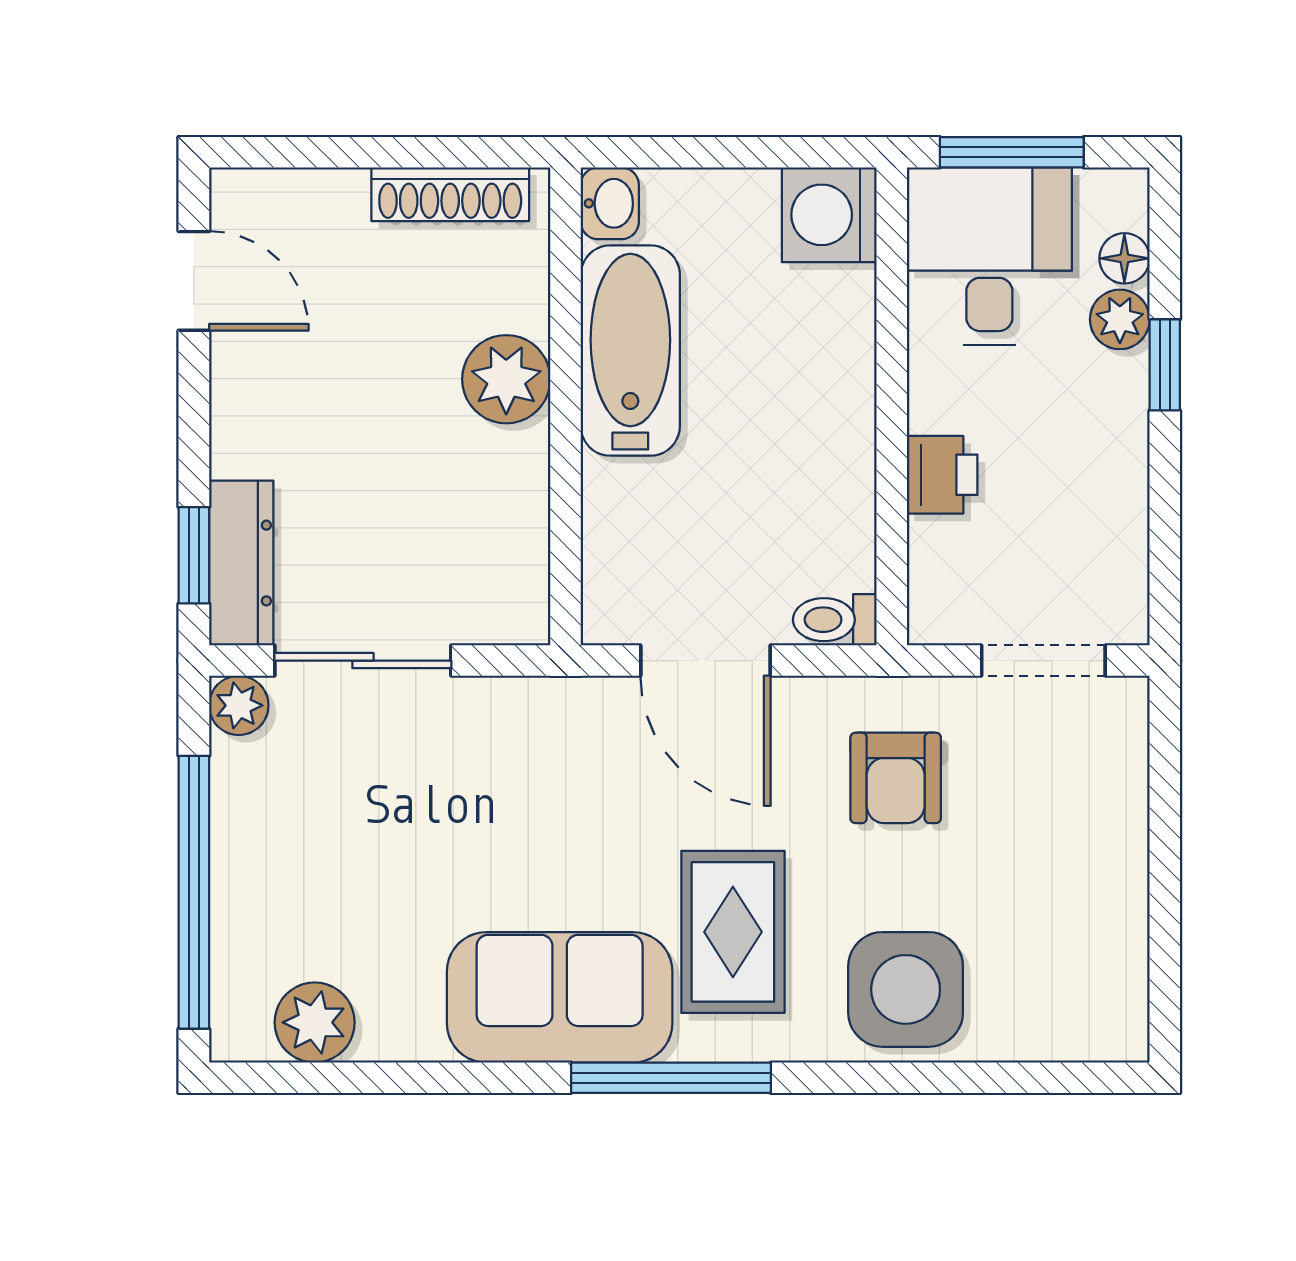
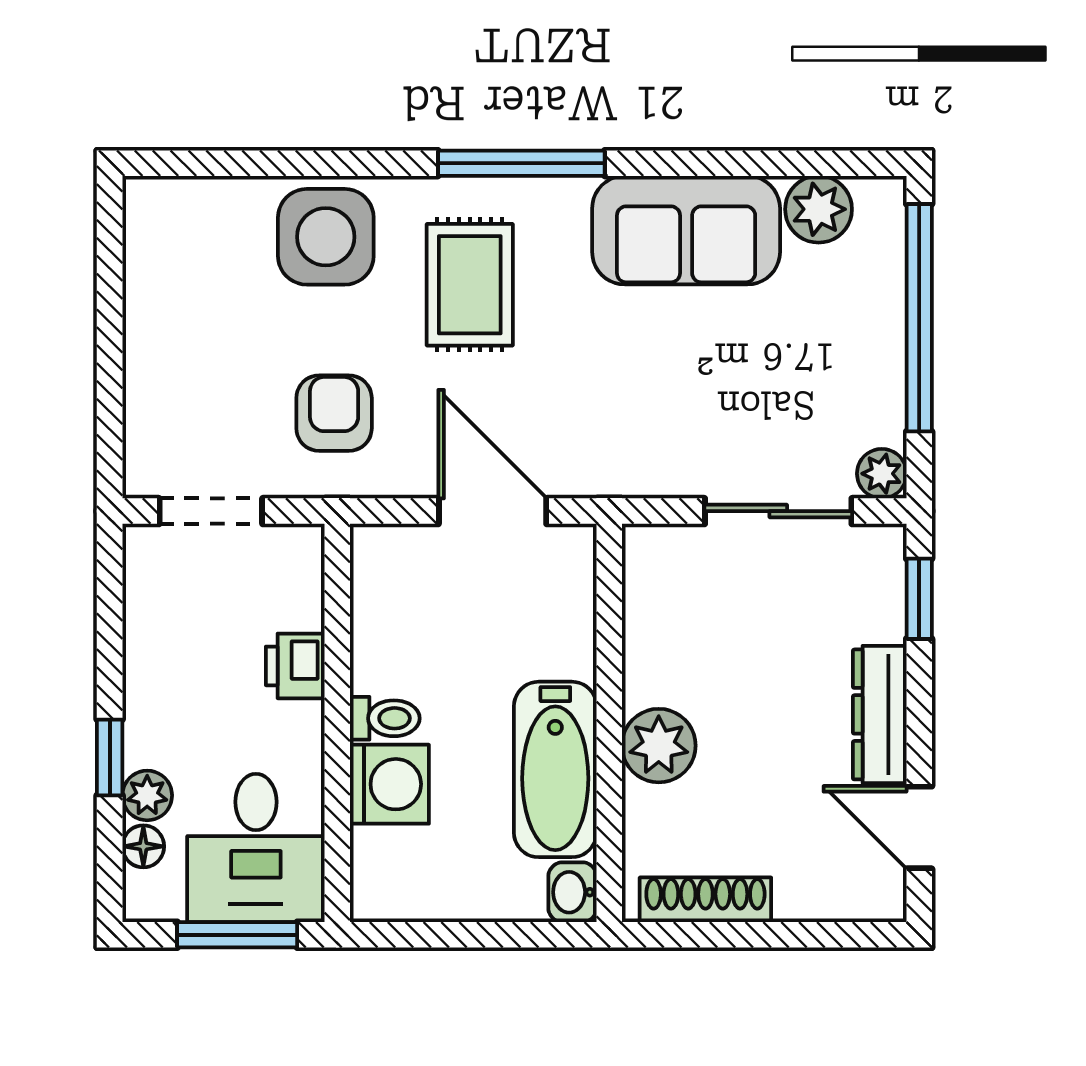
washing machine: (829, 215) -> (389, 784), moved
dresser: (241, 563) -> (880, 714), moved
toilet: (835, 620) -> (385, 718), moved
sofa: (560, 997) -> (686, 230), moved

